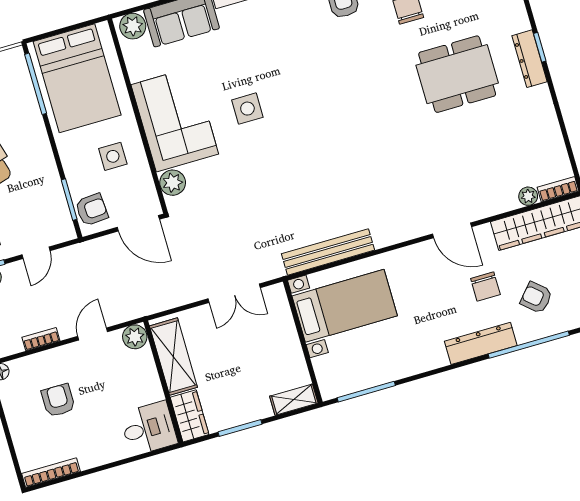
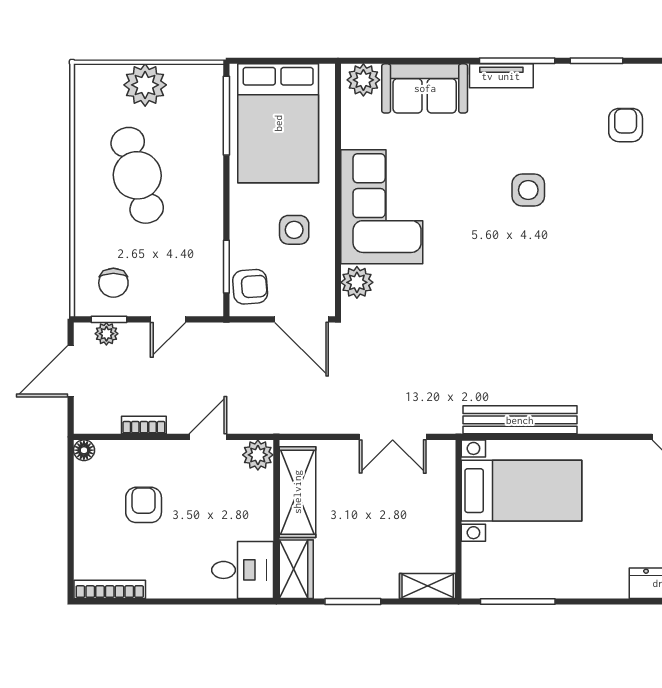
side table: (247, 109) -> (528, 190), moved

